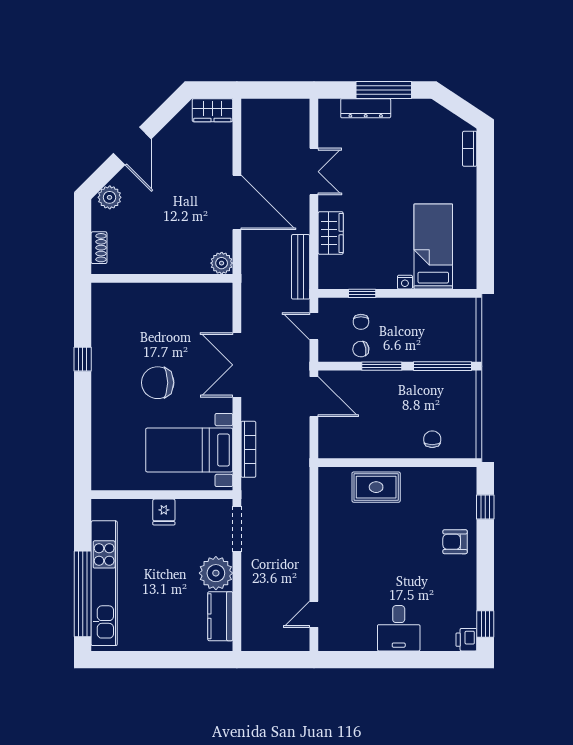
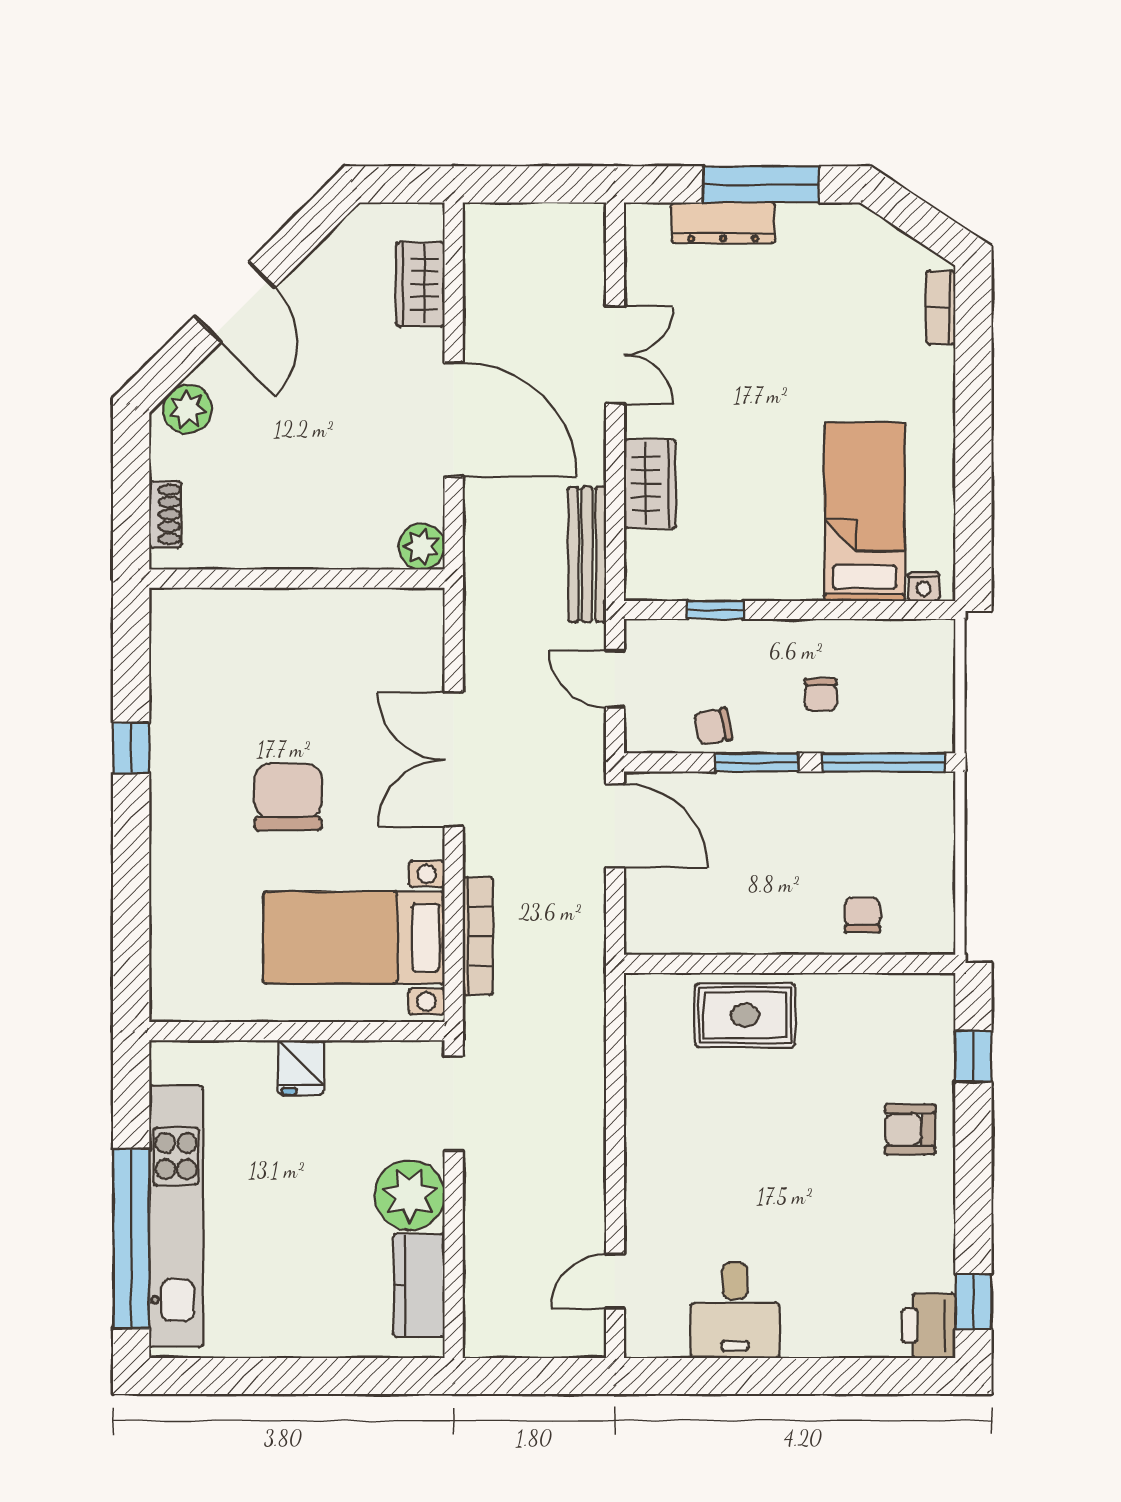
wardrobe: (212, 110) -> (420, 284), moved, turned 90
nightstand: (405, 282) -> (924, 586), moved
chair: (361, 322) -> (821, 695), moved
chair: (158, 383) -> (288, 797), turned 90
desk: (399, 628) -> (735, 1310), moved
printer: (466, 640) -> (929, 1326), width x1.36, depth x1.24

